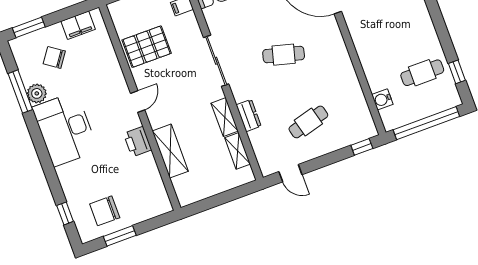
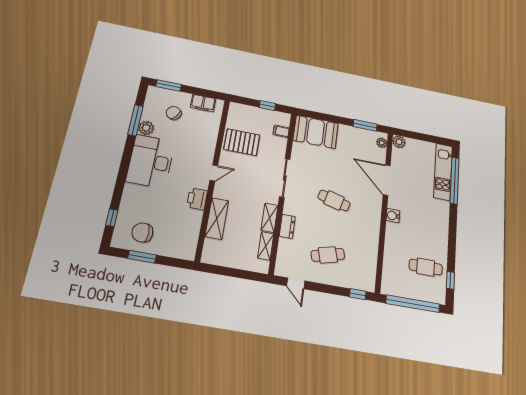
water cooler: (382, 99) -> (393, 216), moved

